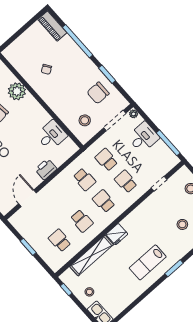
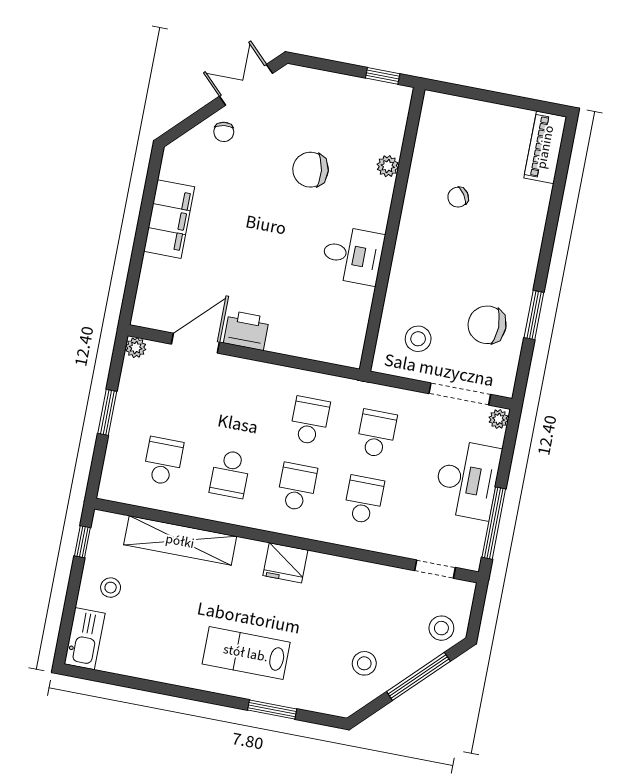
window: (78, 41) -> (553, 215), removed
plant: (17, 91) -> (388, 166), width x0.53, depth x0.53
desk: (52, 135) -> (353, 255), moved
desk: (143, 137) -> (467, 480), width x1.37
printer: (46, 169) -> (246, 330), moved
school desk: (84, 179) -> (310, 421), turned 180
doorway: (159, 184) -> (435, 569), moved
plant: (13, 220) -> (136, 348), added
fridge: (117, 234) -> (285, 563), moved

